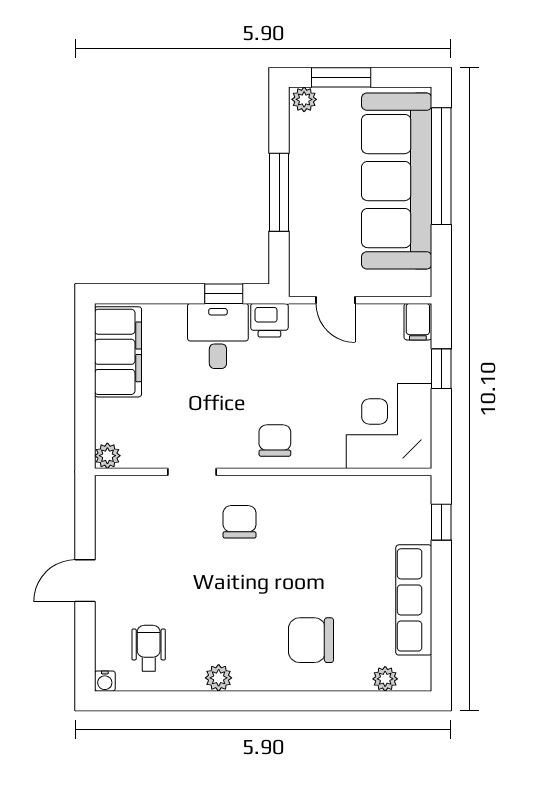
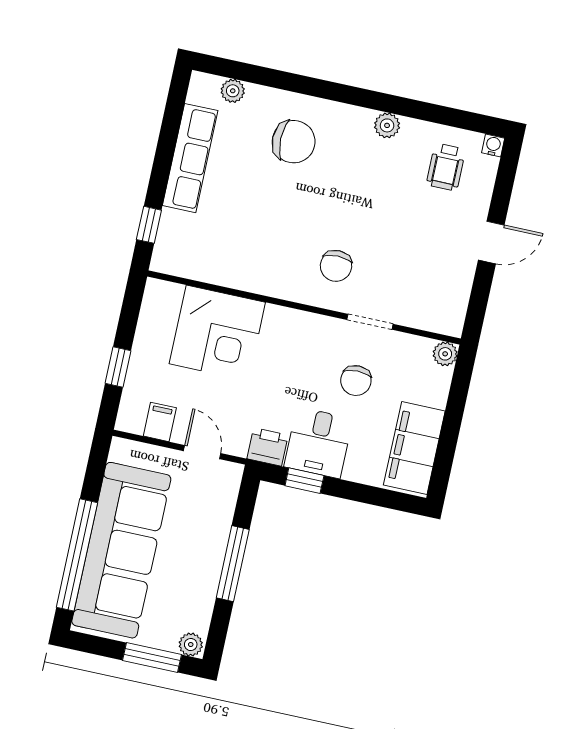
filing cabinet: (418, 322) -> (160, 422), moved
corner desk: (389, 426) -> (217, 333), moved
chair: (275, 440) -> (356, 381), moved

